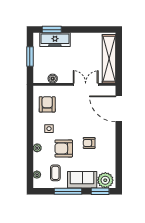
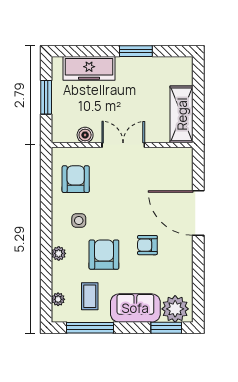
window: (52, 30) -> (136, 51), moved
shelving: (109, 59) -> (182, 114), width x0.68
double door: (86, 84) -> (123, 145), moved
door: (119, 109) -> (198, 213), moved
armchair: (64, 149) -> (104, 255), turned 90
window: (68, 191) -> (90, 328), moved

